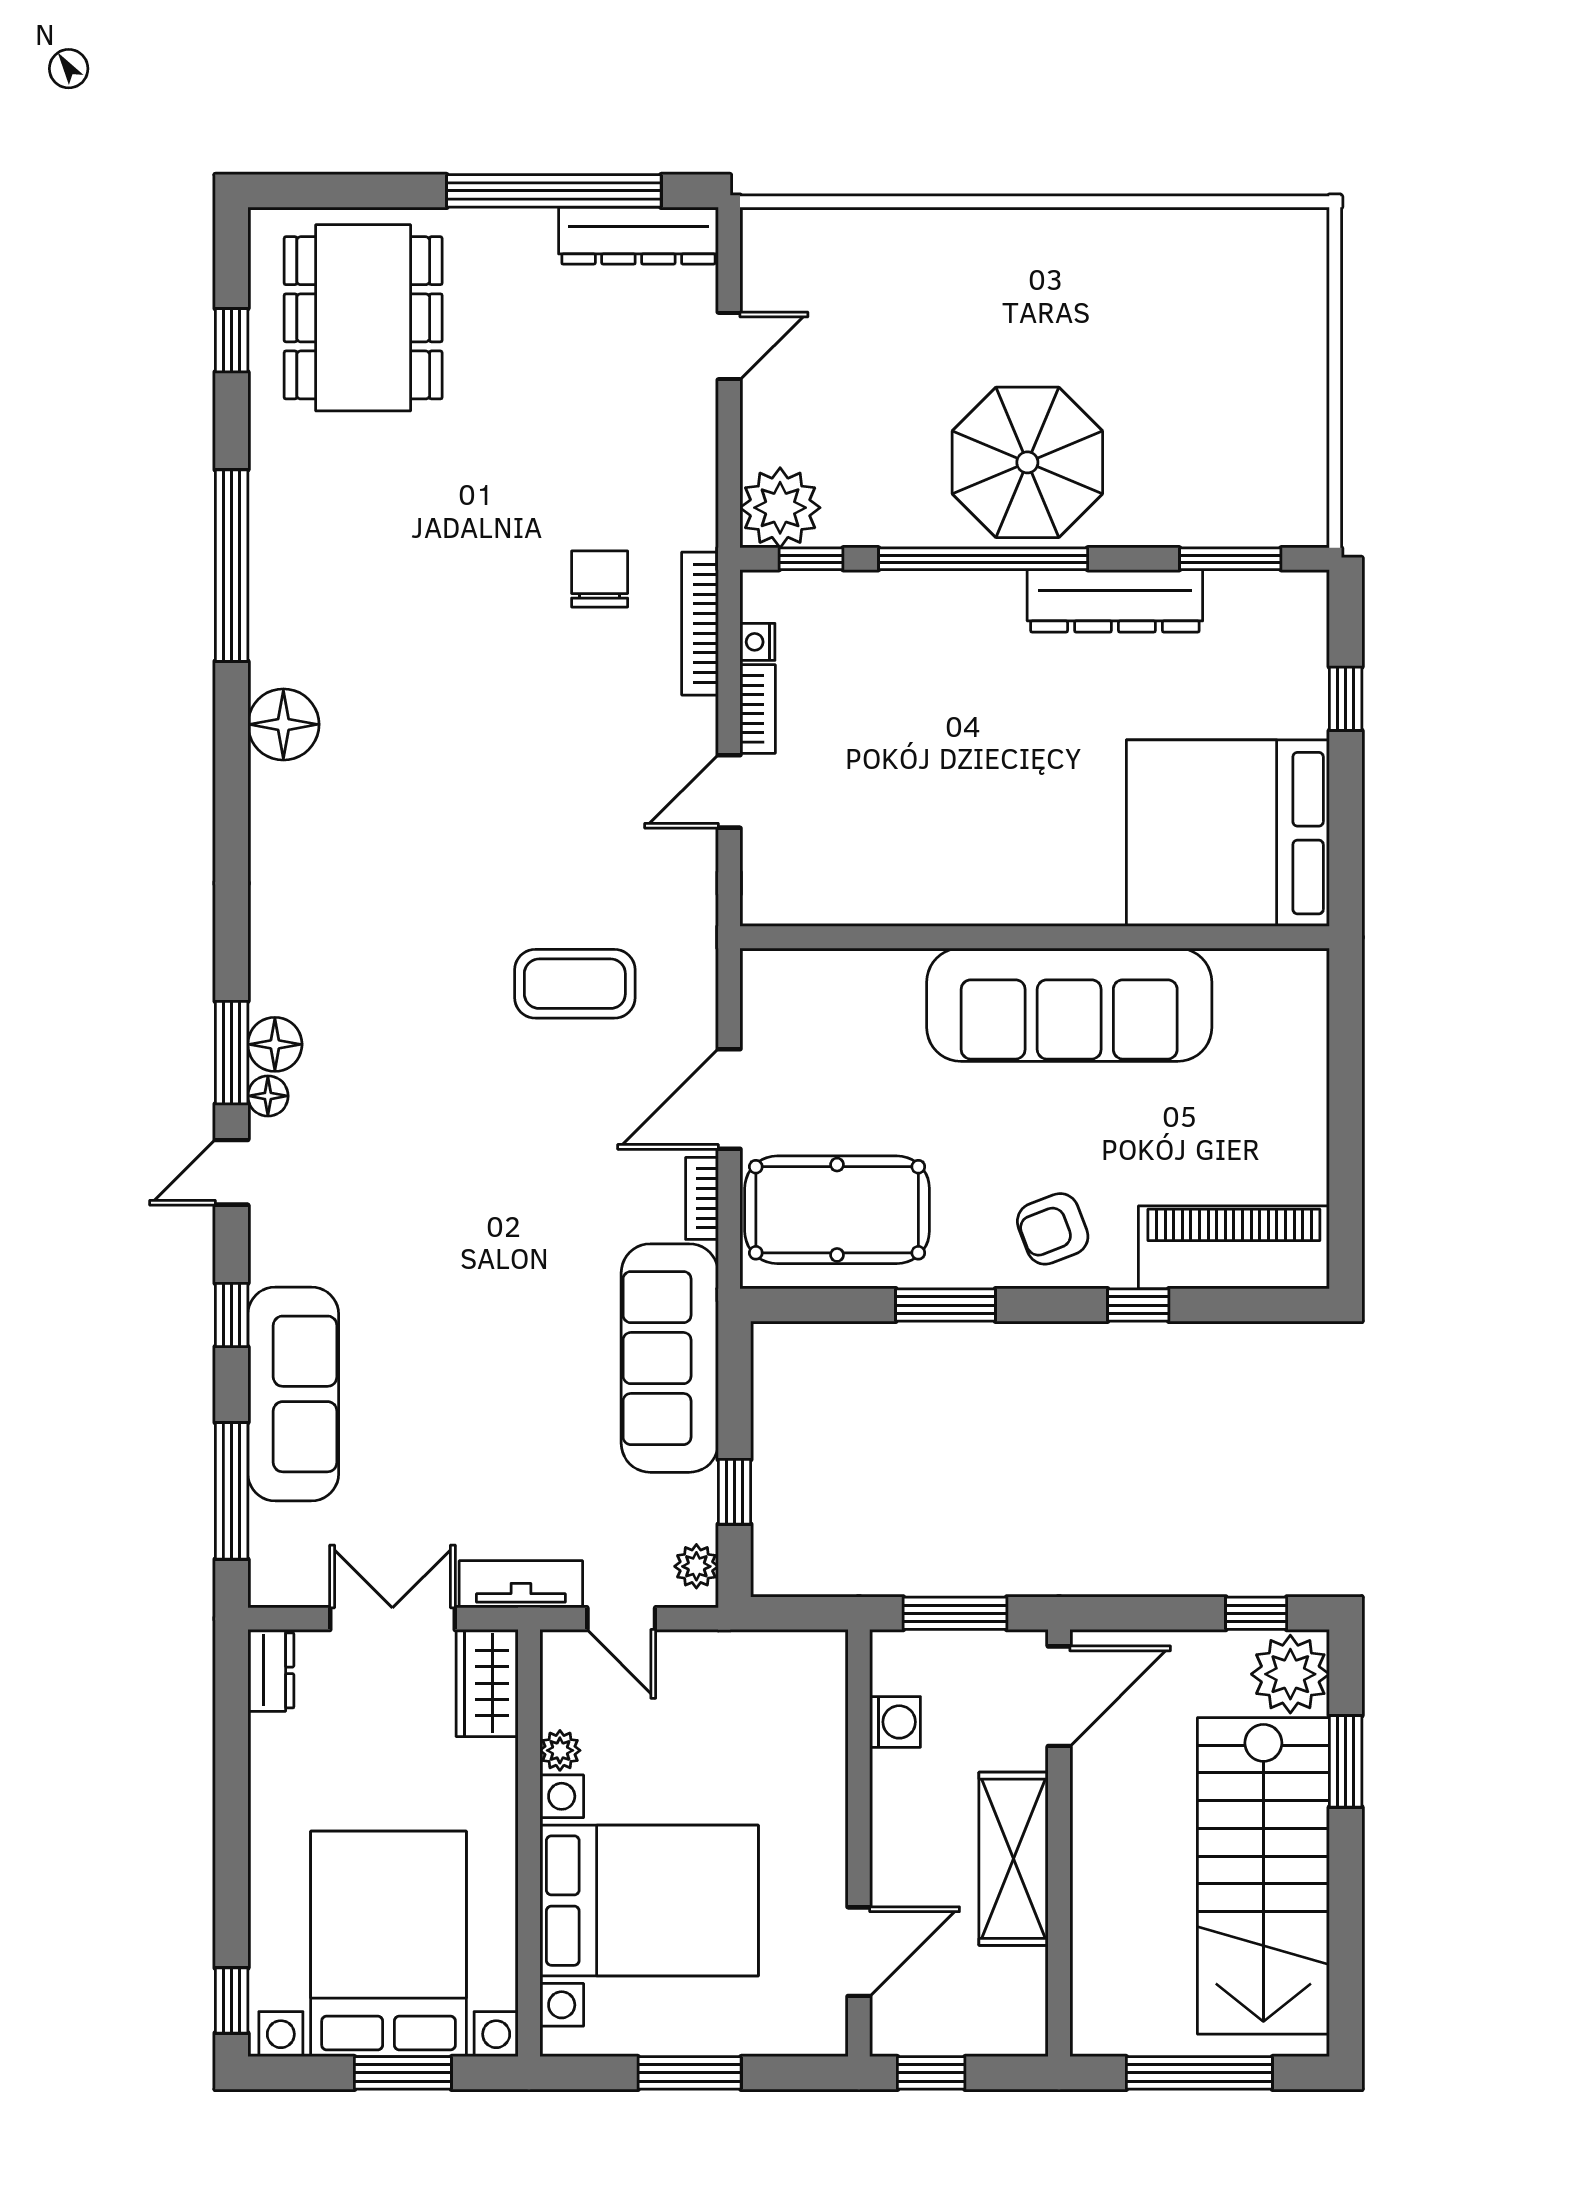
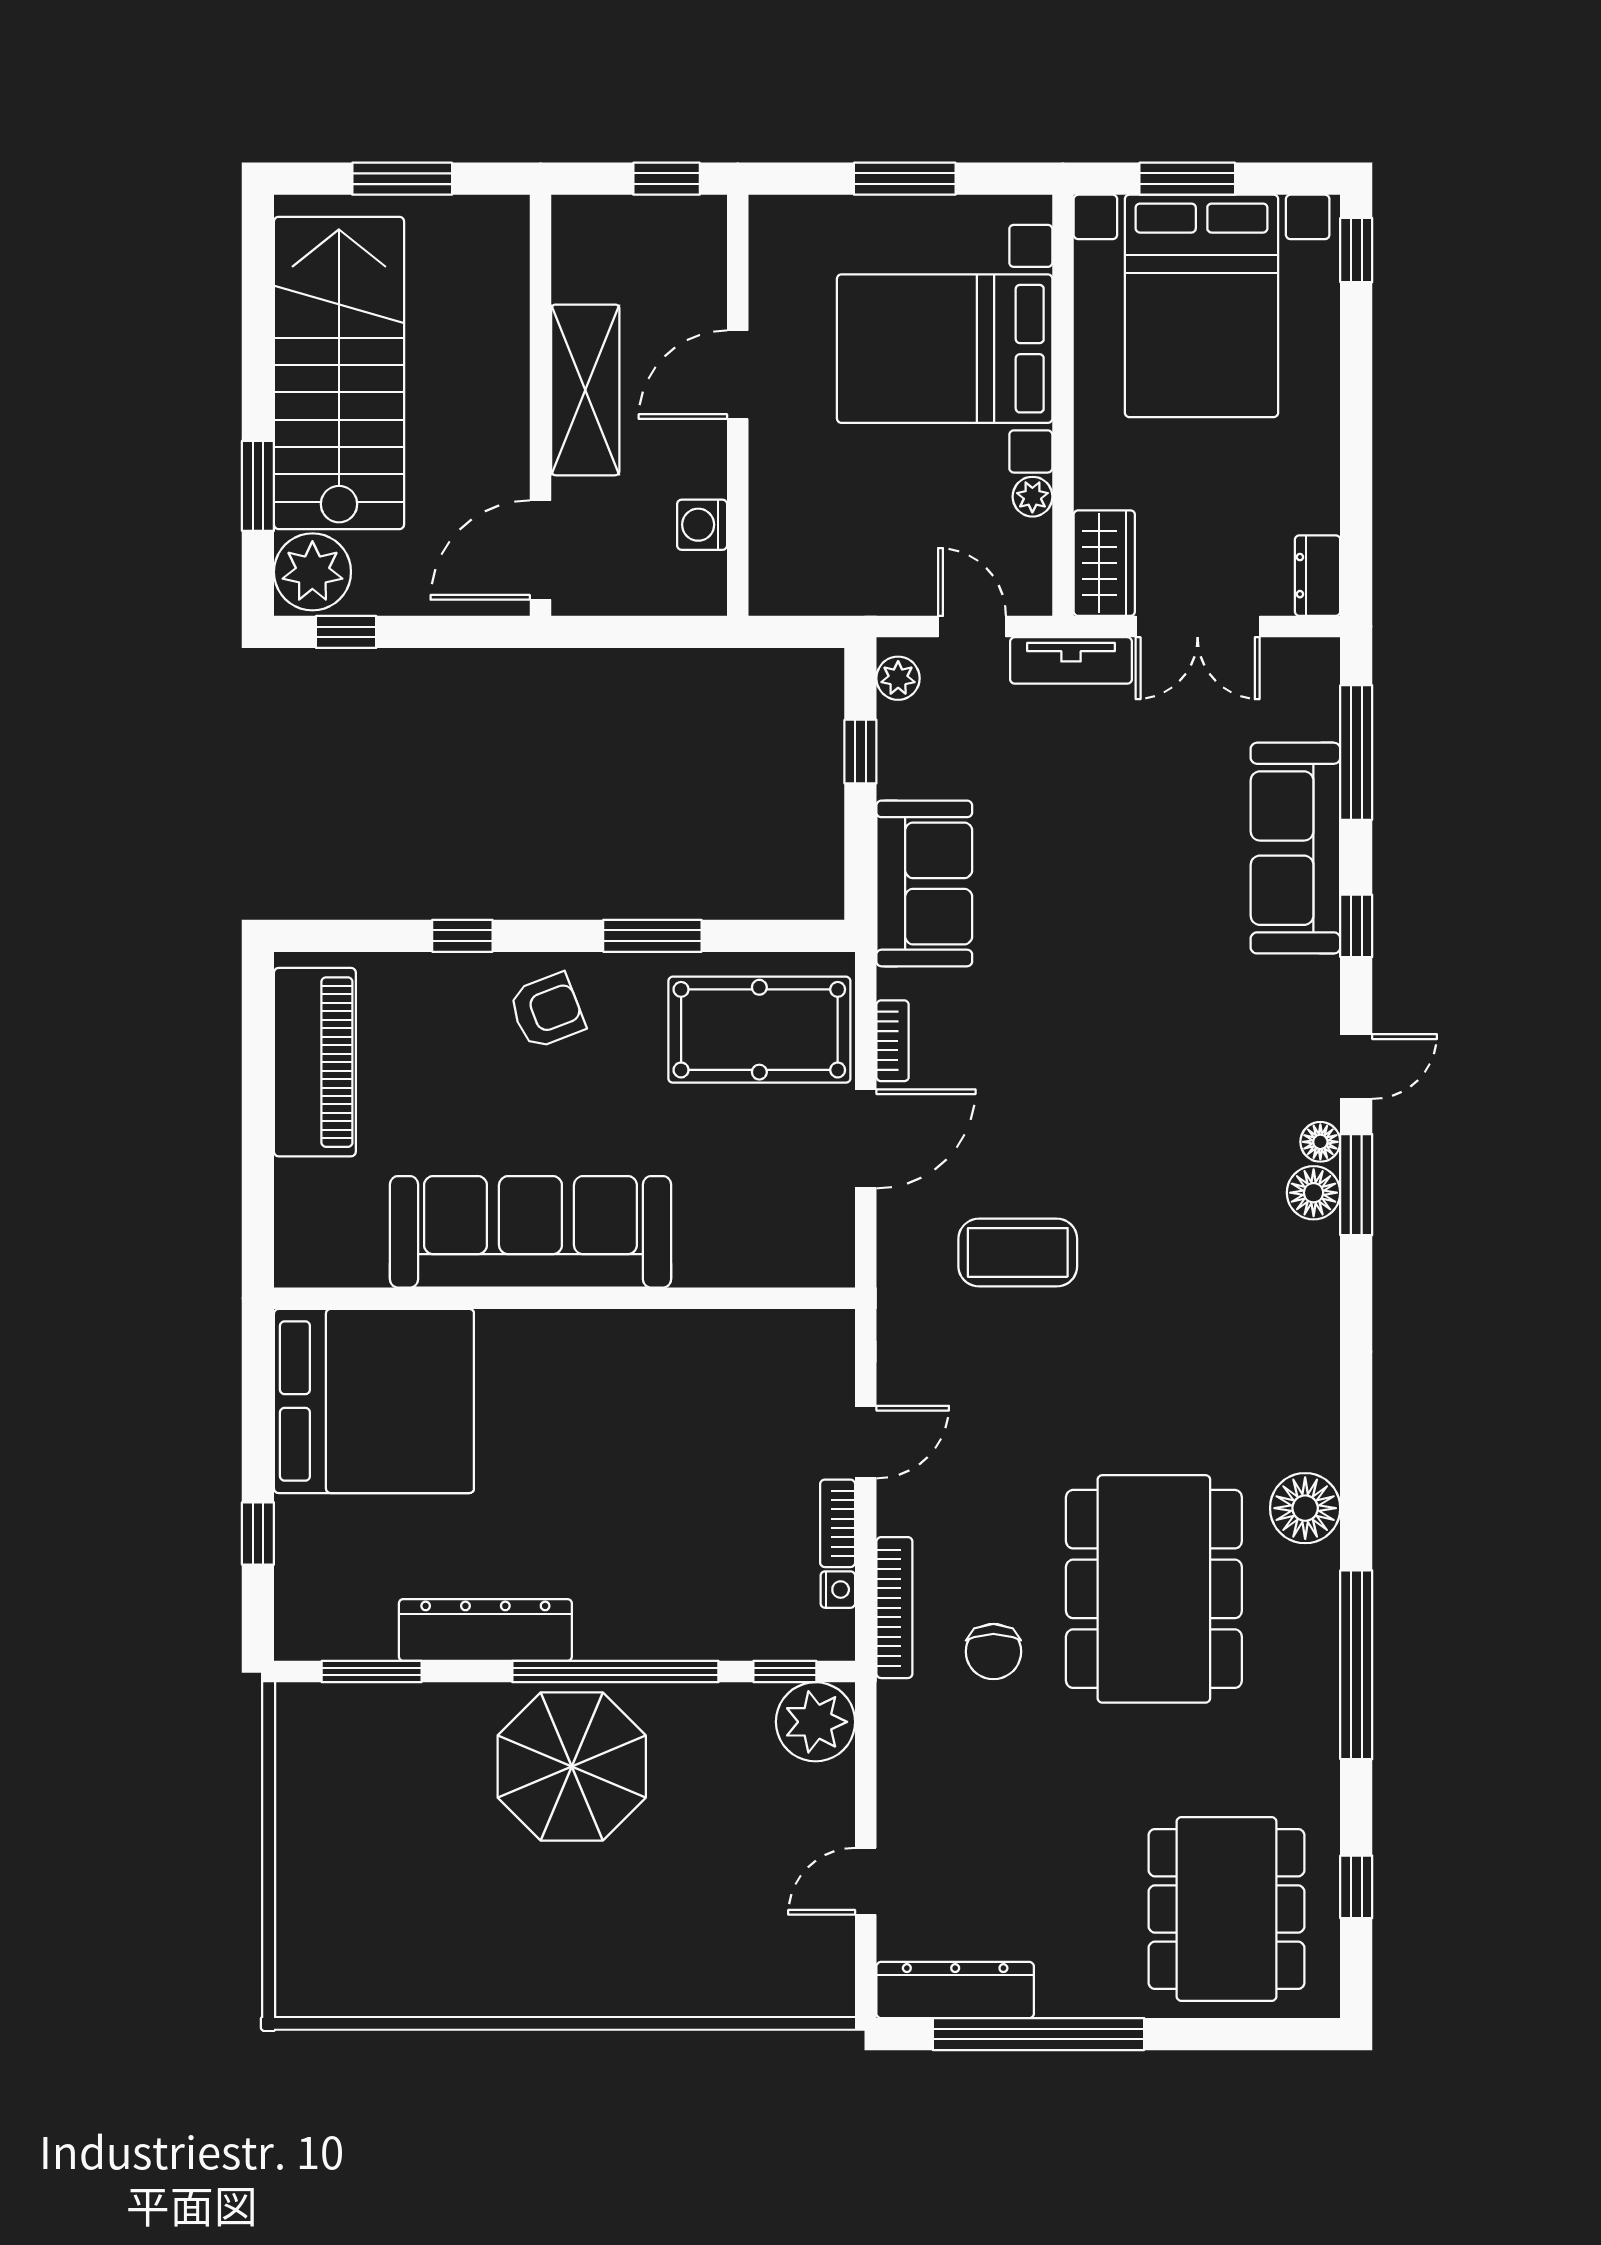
dining table: (437, 642) -> (1154, 1589), added
piano: (1234, 1247) -> (315, 1062), moved, turned -90
sofa: (670, 1358) -> (924, 883), width x0.73
window: (955, 1613) -> (643, 632), removed
door: (859, 1952) -> (738, 375), moved
window: (1199, 2073) -> (402, 179), width x0.69

